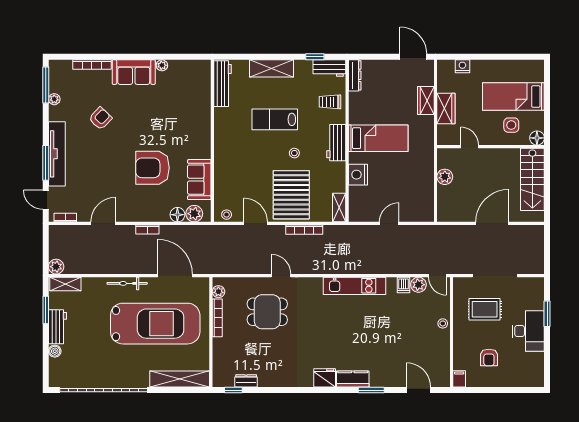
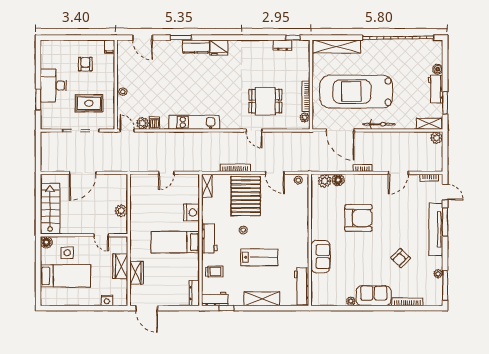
sofa: (199, 180) -> (320, 257), moved

